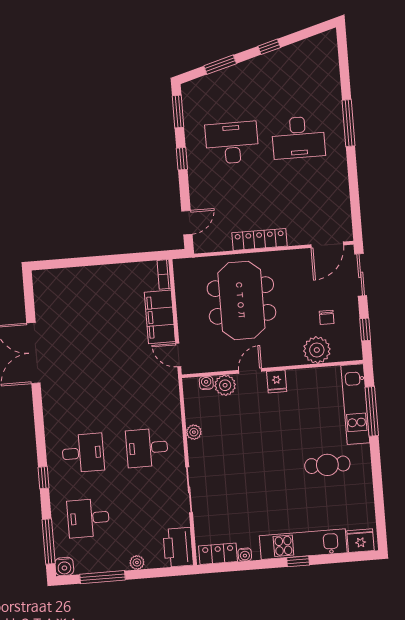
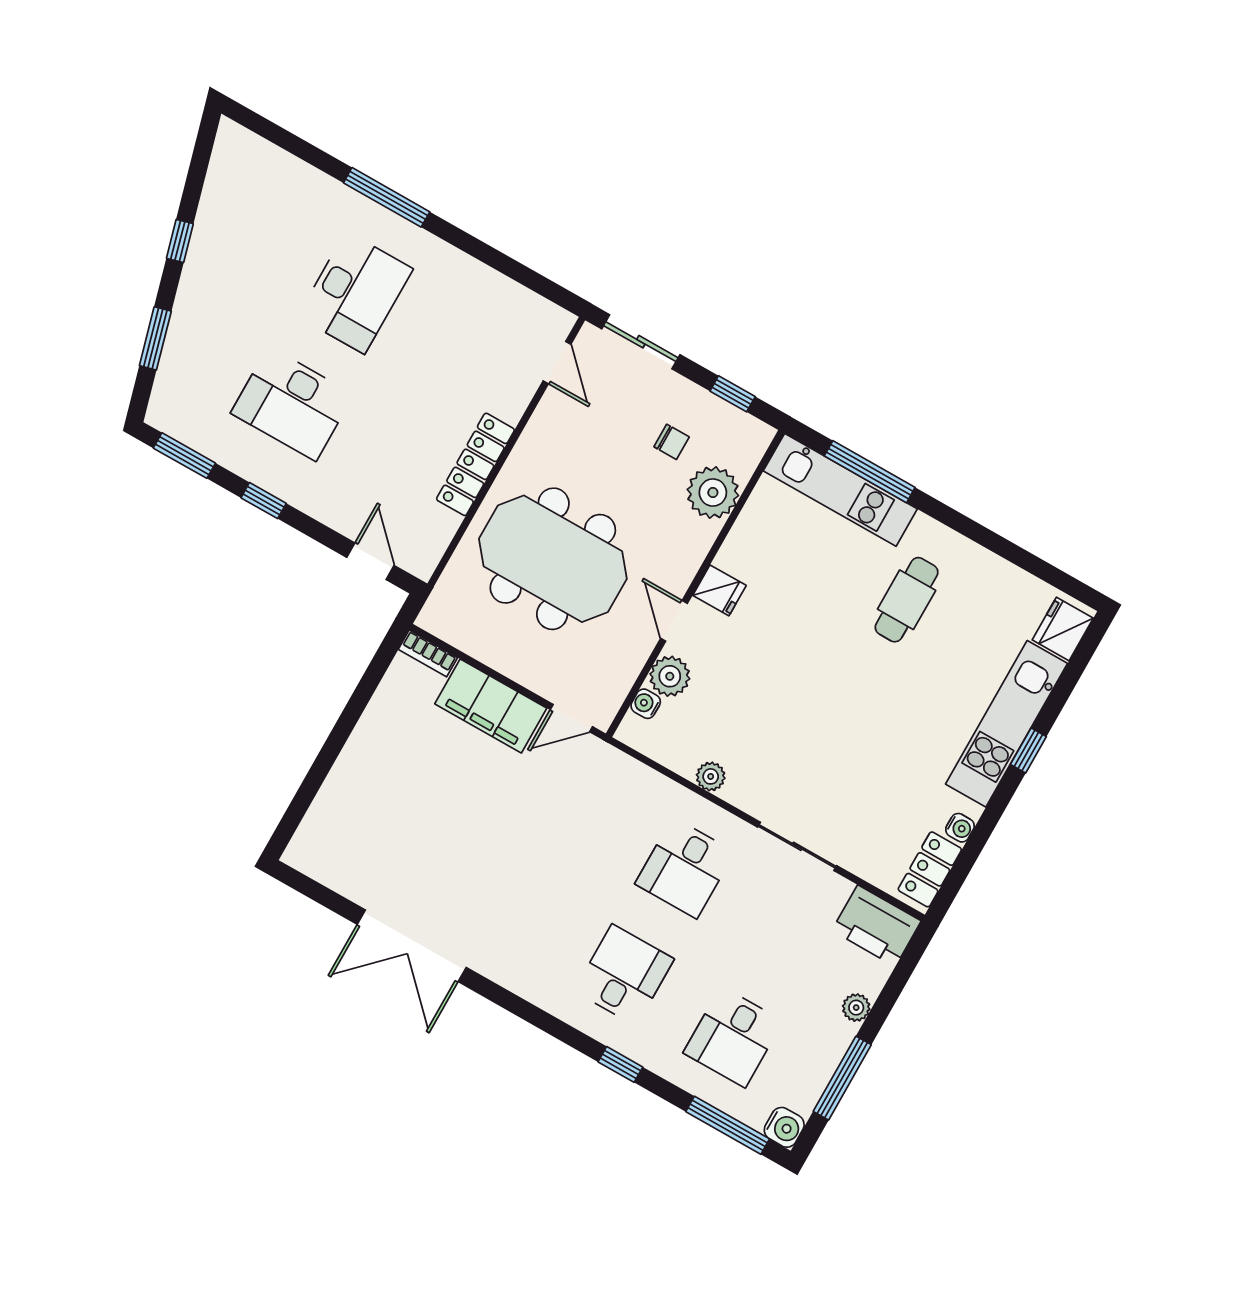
desk: (232, 143) -> (292, 404), turned -90
door: (327, 245) -> (557, 363), width x0.73

